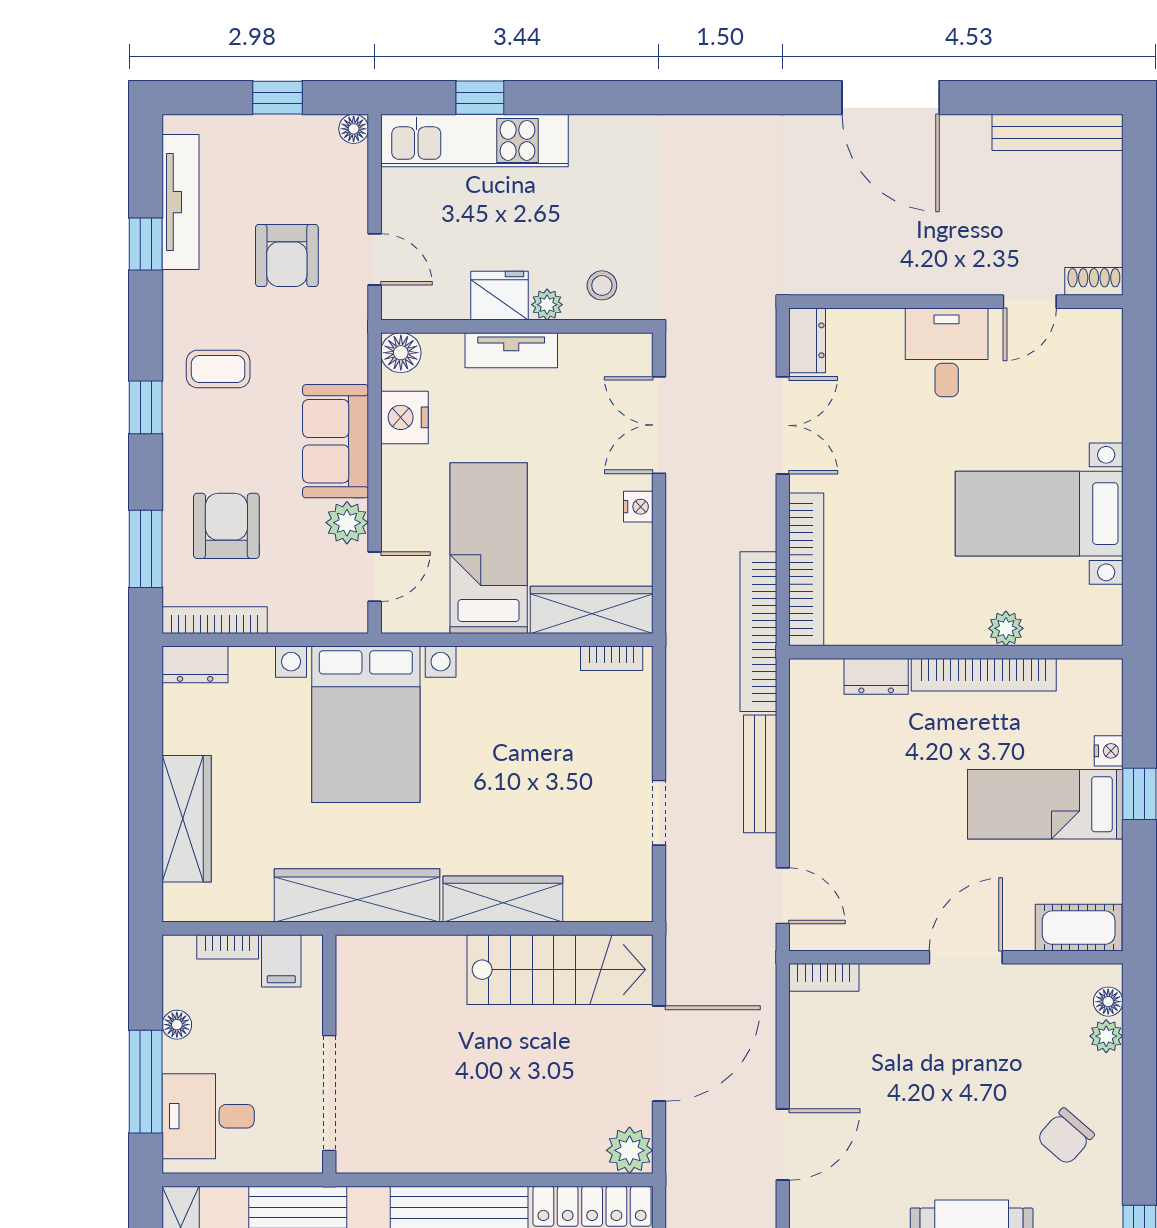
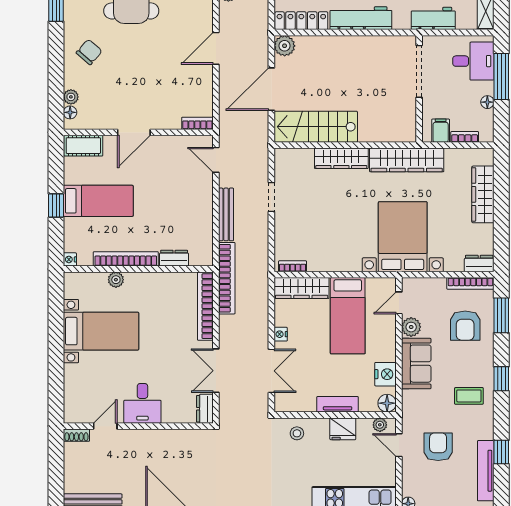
plant: (547, 305) -> (380, 425), moved
nightstand: (1109, 751) -> (70, 259), moved

